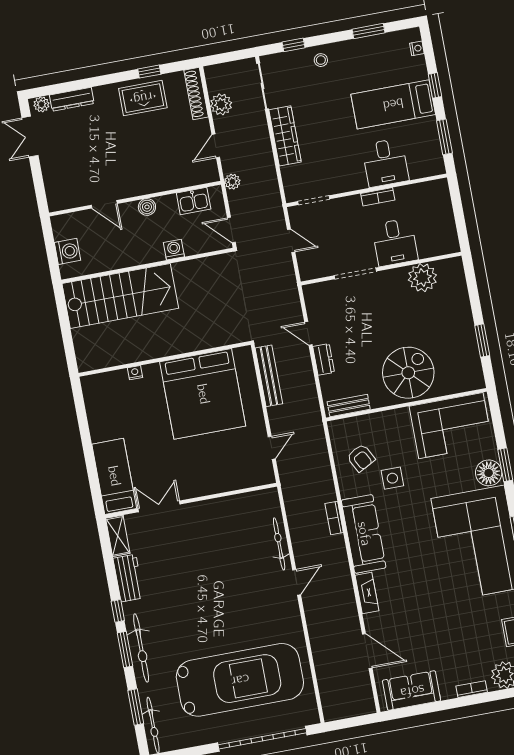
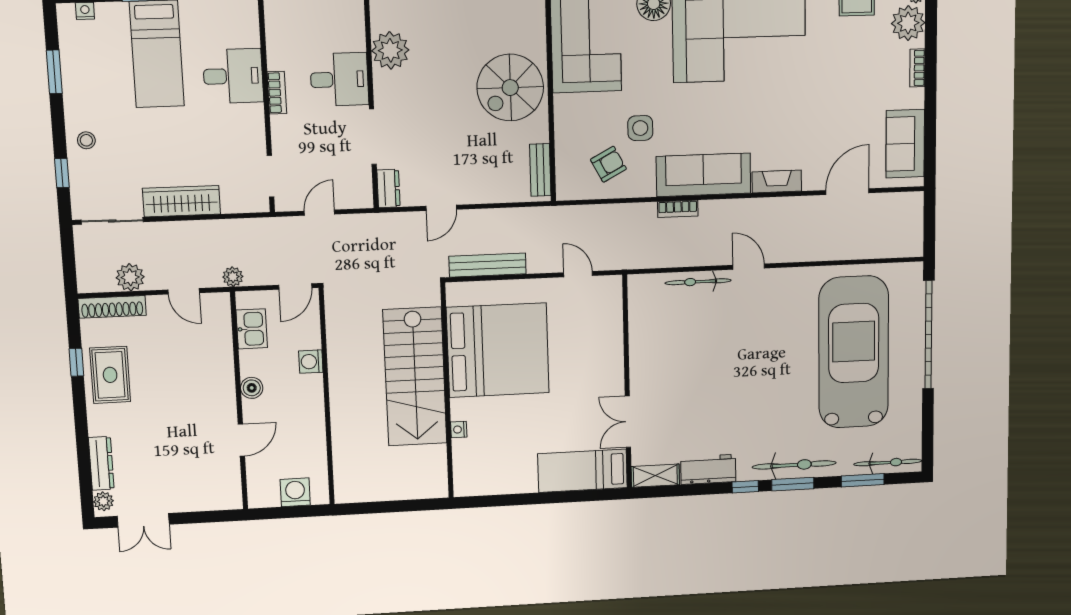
stairs: (120, 296) -> (415, 377), moved, turned 180
dresser: (324, 359) -> (388, 188), moved, turned 90
spiral stairs: (408, 373) -> (510, 88), turned -90

